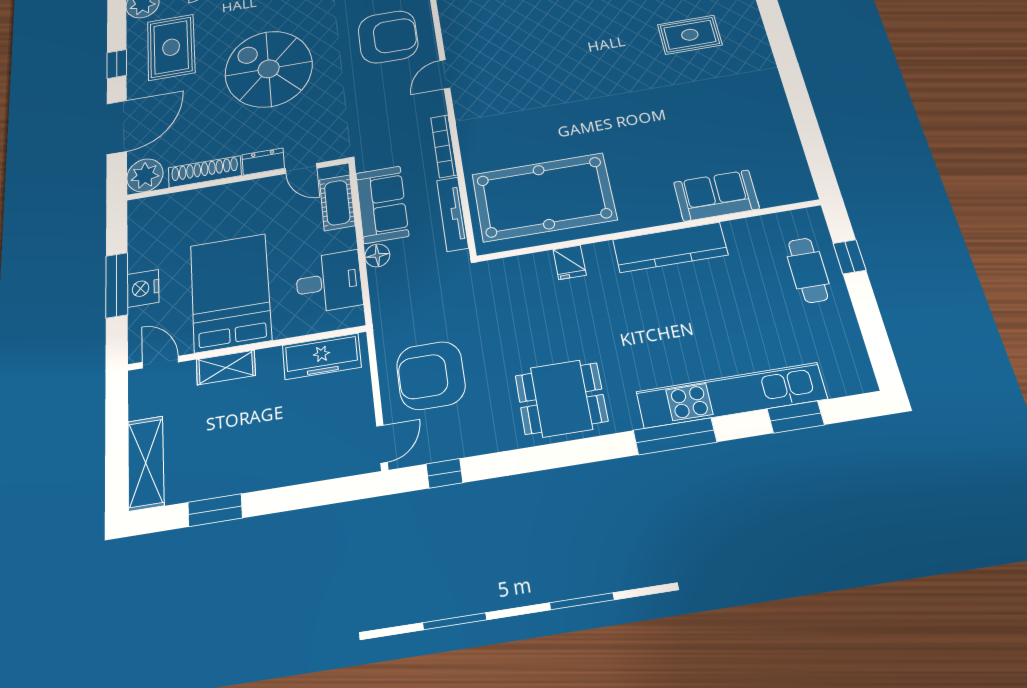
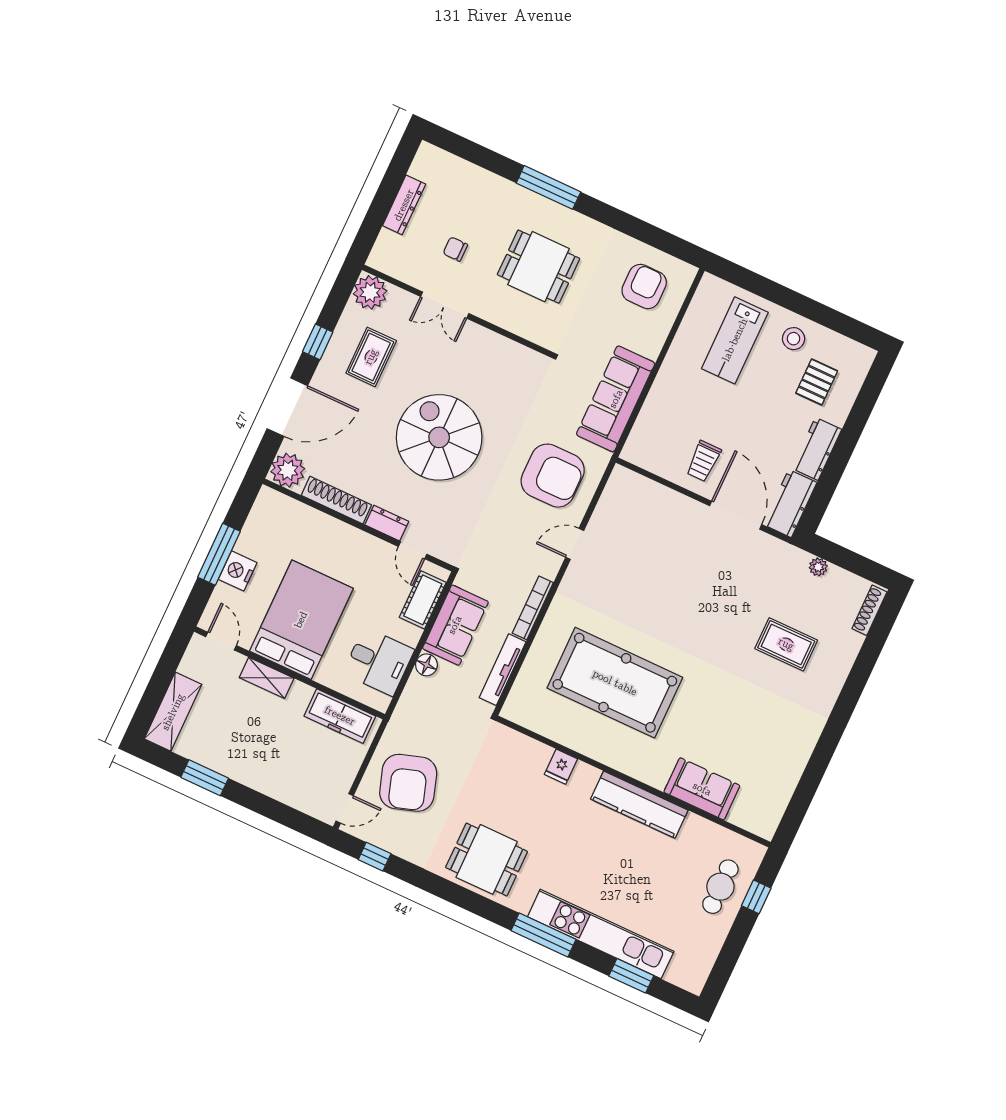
rug: (171, 47) -> (371, 357), width x0.73, depth x0.70
pool table: (544, 197) -> (615, 683), moved
armchair: (431, 375) -> (408, 783), turned -108

